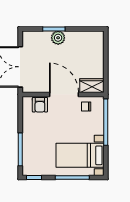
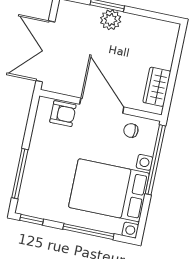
wardrobe: (92, 86) -> (157, 87), moved, turned -90
armchair: (40, 105) -> (63, 114), turned -90
bed with nightstands: (80, 155) -> (109, 190), width x1.36

